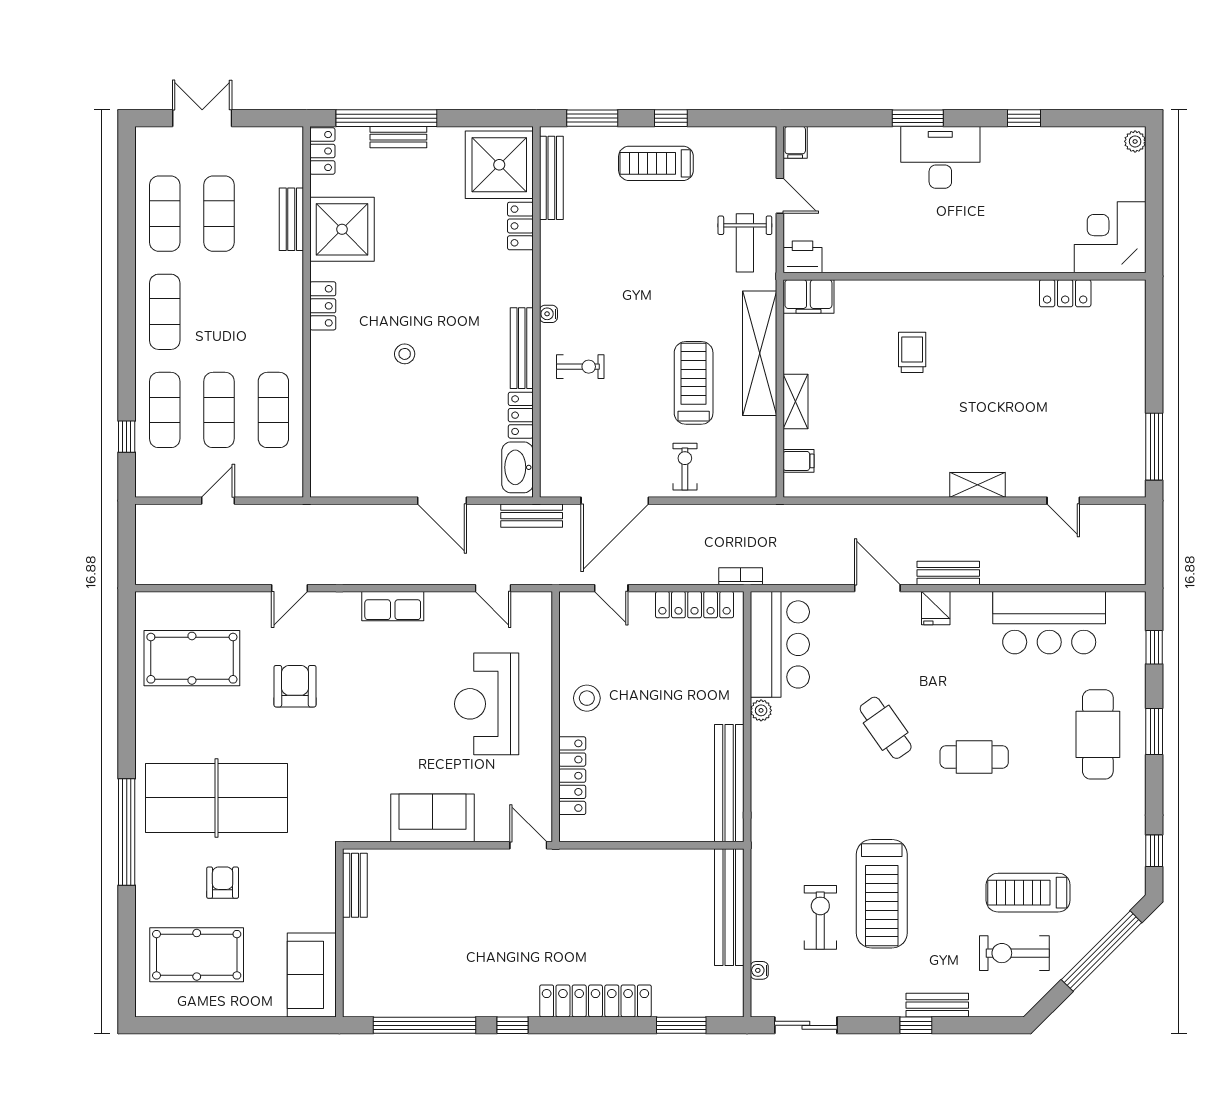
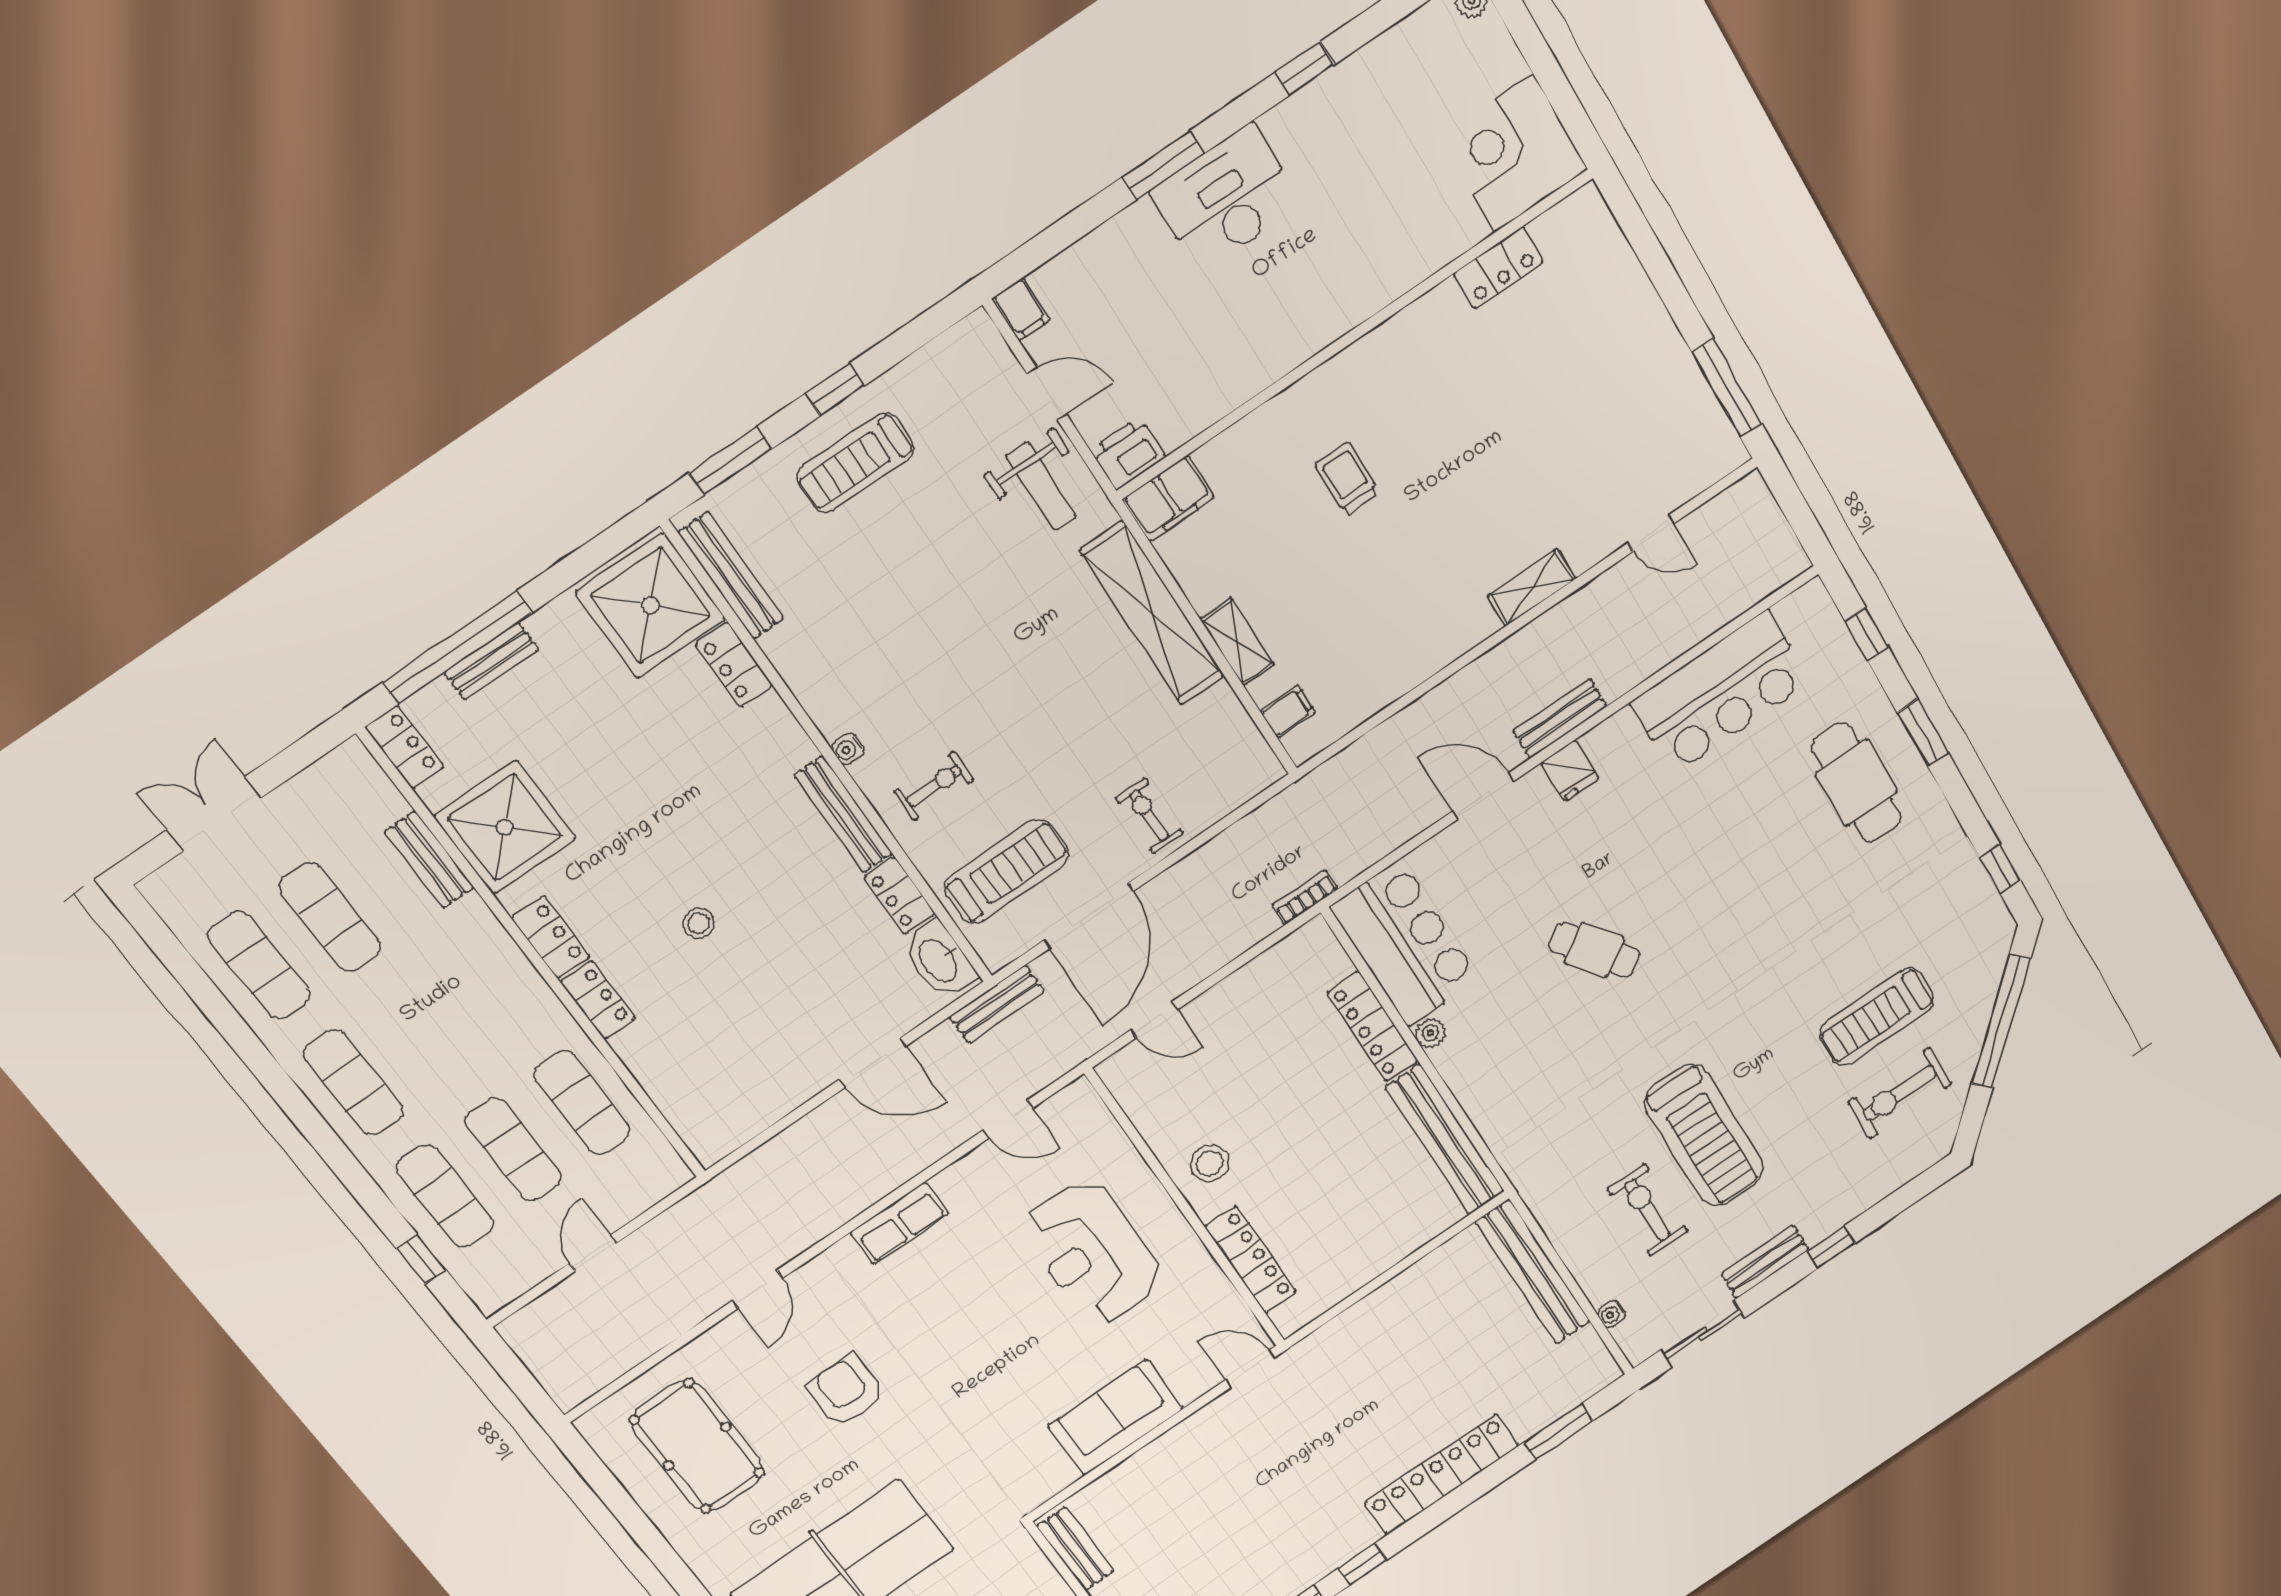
locker: (322, 358) -> (598, 1000), added
treadmill: (694, 383) -> (1006, 871), moved, turned 90
locker: (695, 605) -> (1372, 1027), moved, turned 90
pool table: (192, 658) -> (697, 1446), turned 90
cafe table: (974, 757) -> (1722, 910), removed
bench: (937, 1005) -> (1765, 1262), moved

